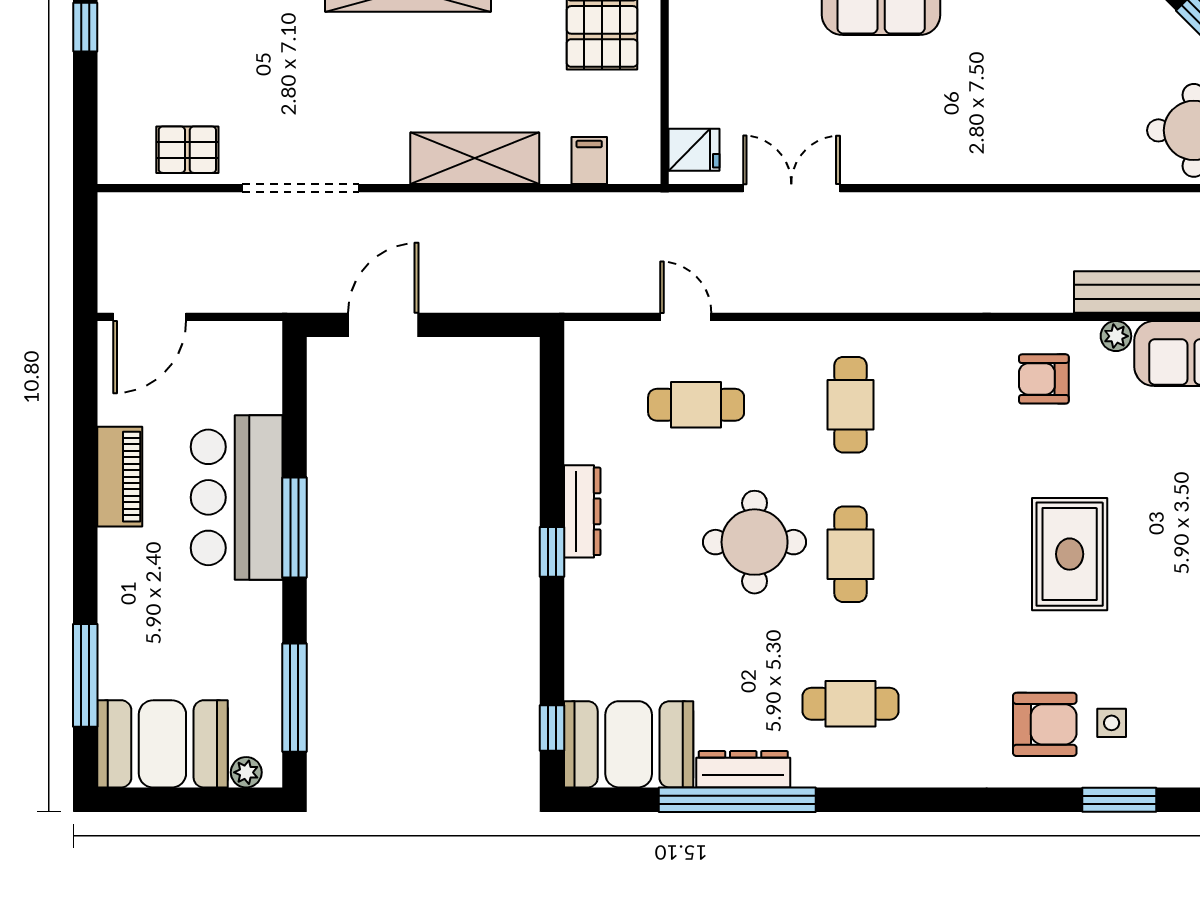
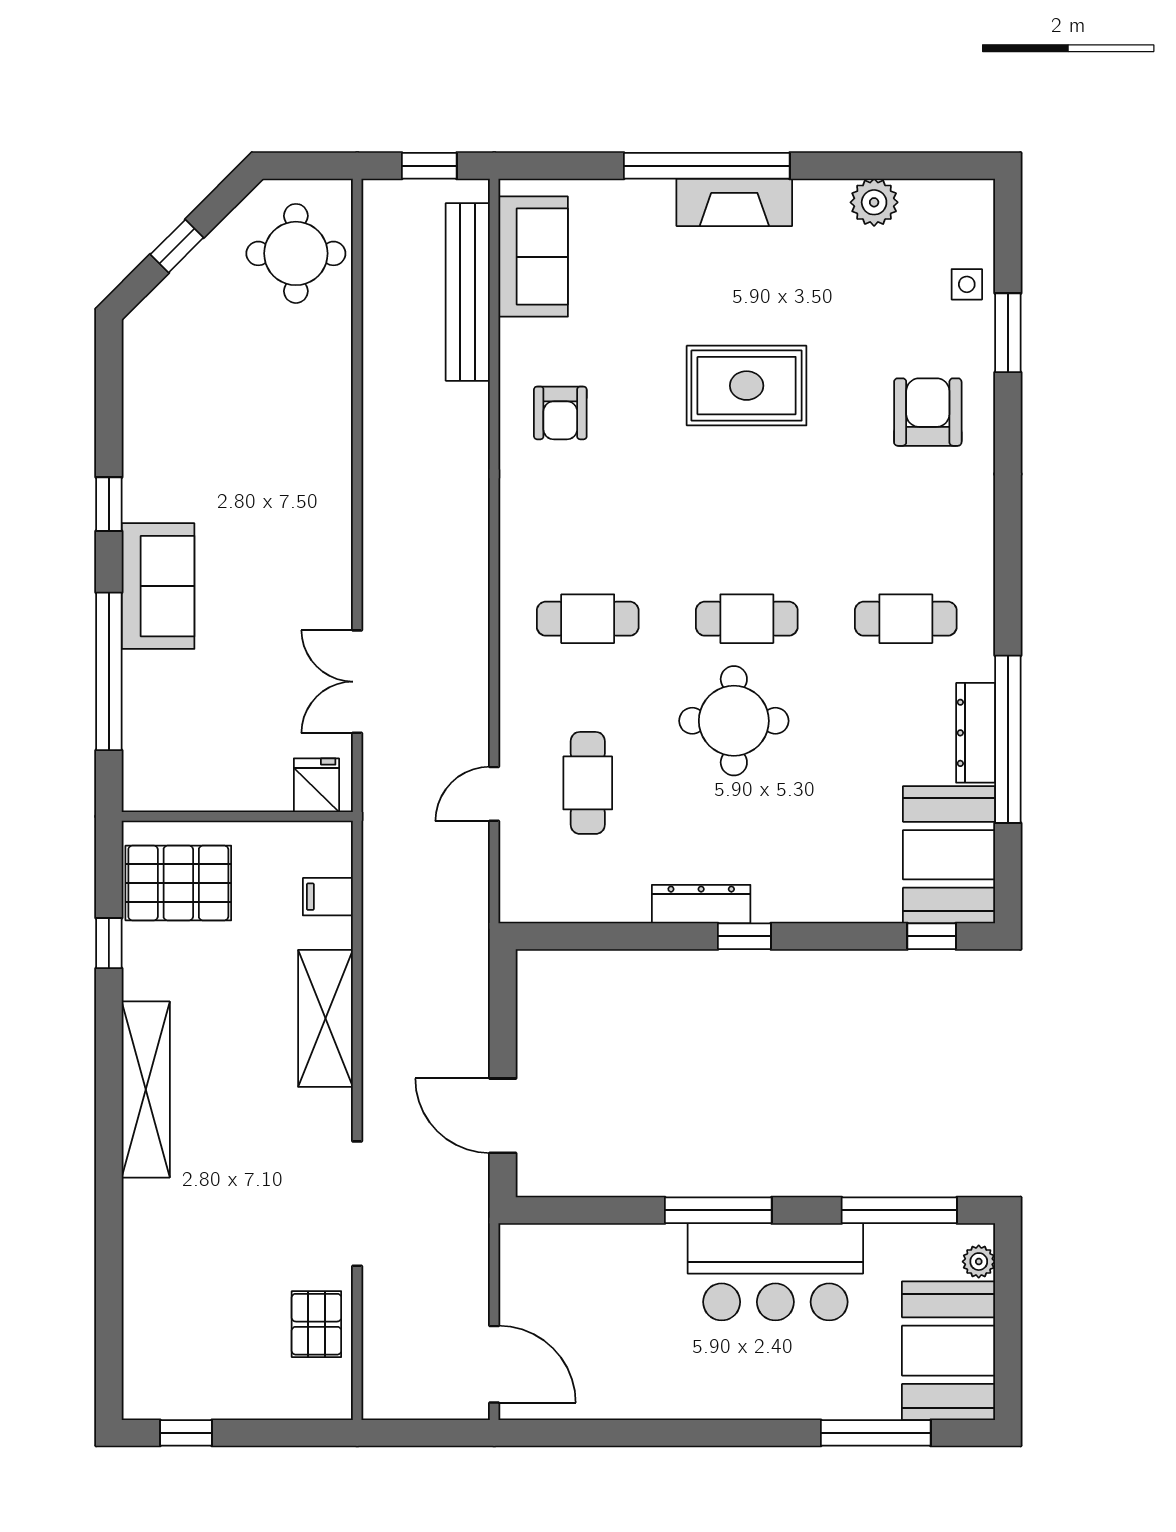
plant: (1116, 336) -> (515, 336), removed
piano: (120, 477) -> (664, 1396), removed
bar counter: (237, 497) -> (775, 1272), moved
cafe table: (851, 704) -> (906, 619), turned 90
side table: (1112, 723) -> (967, 284), moved

